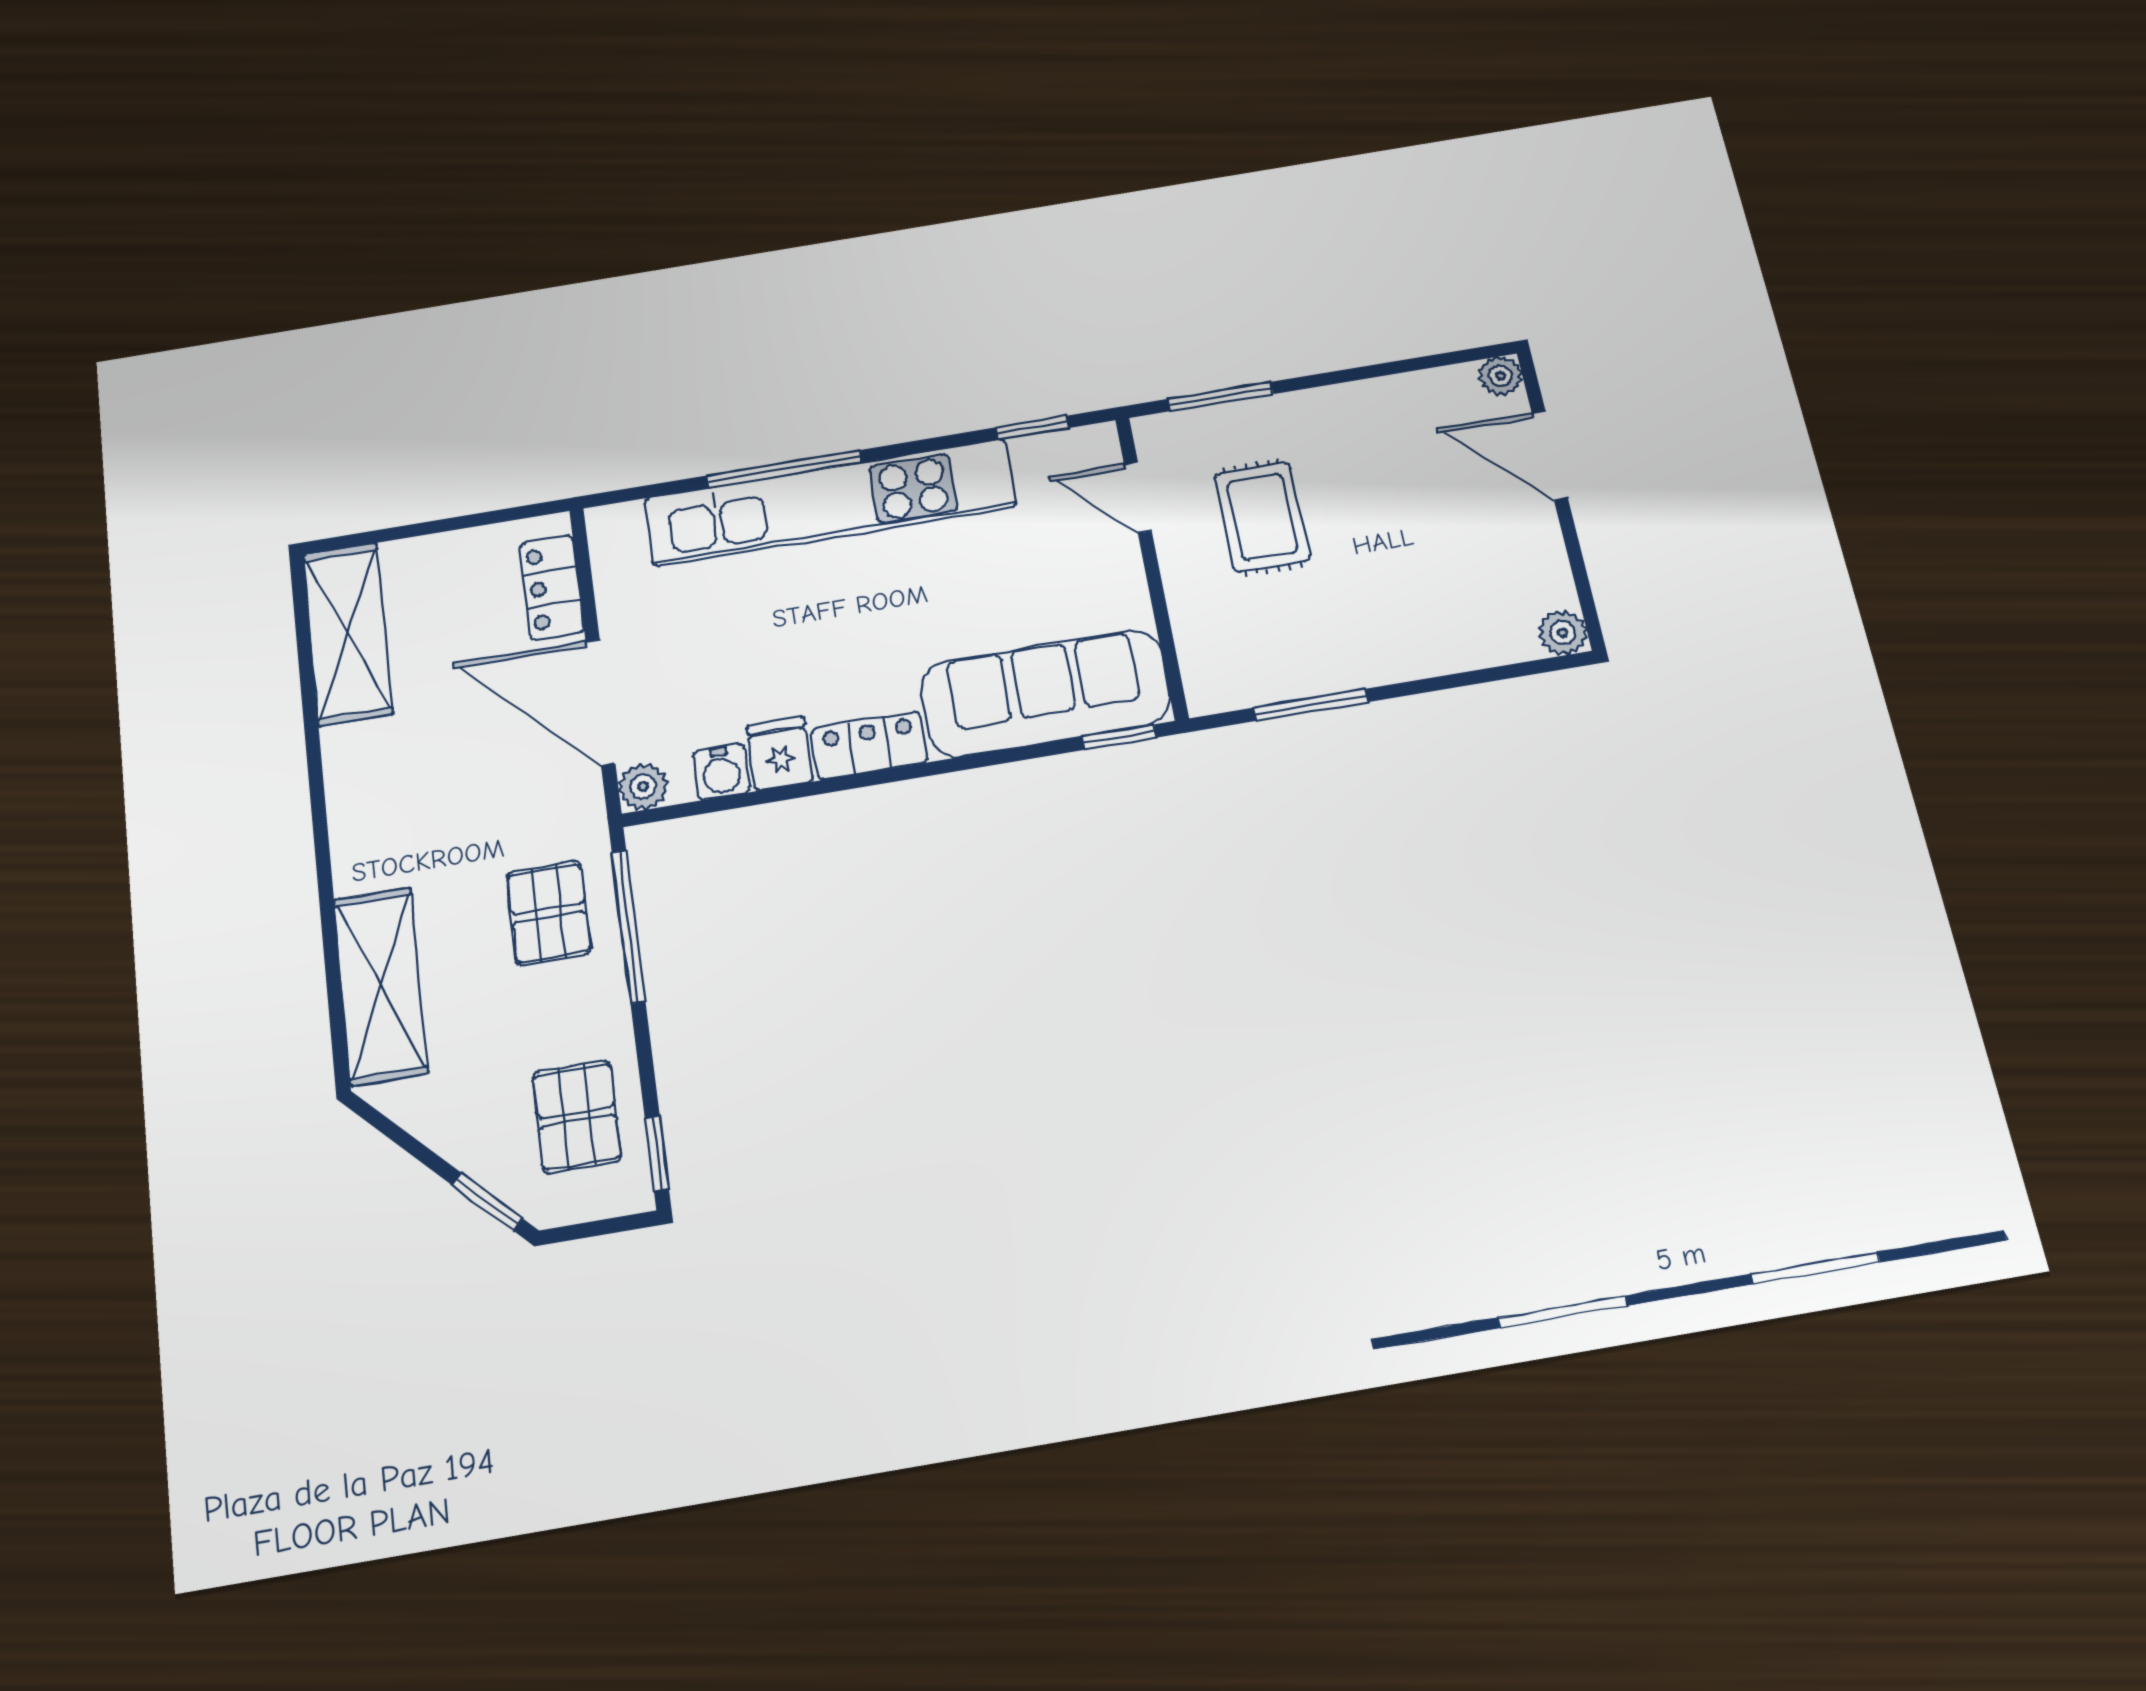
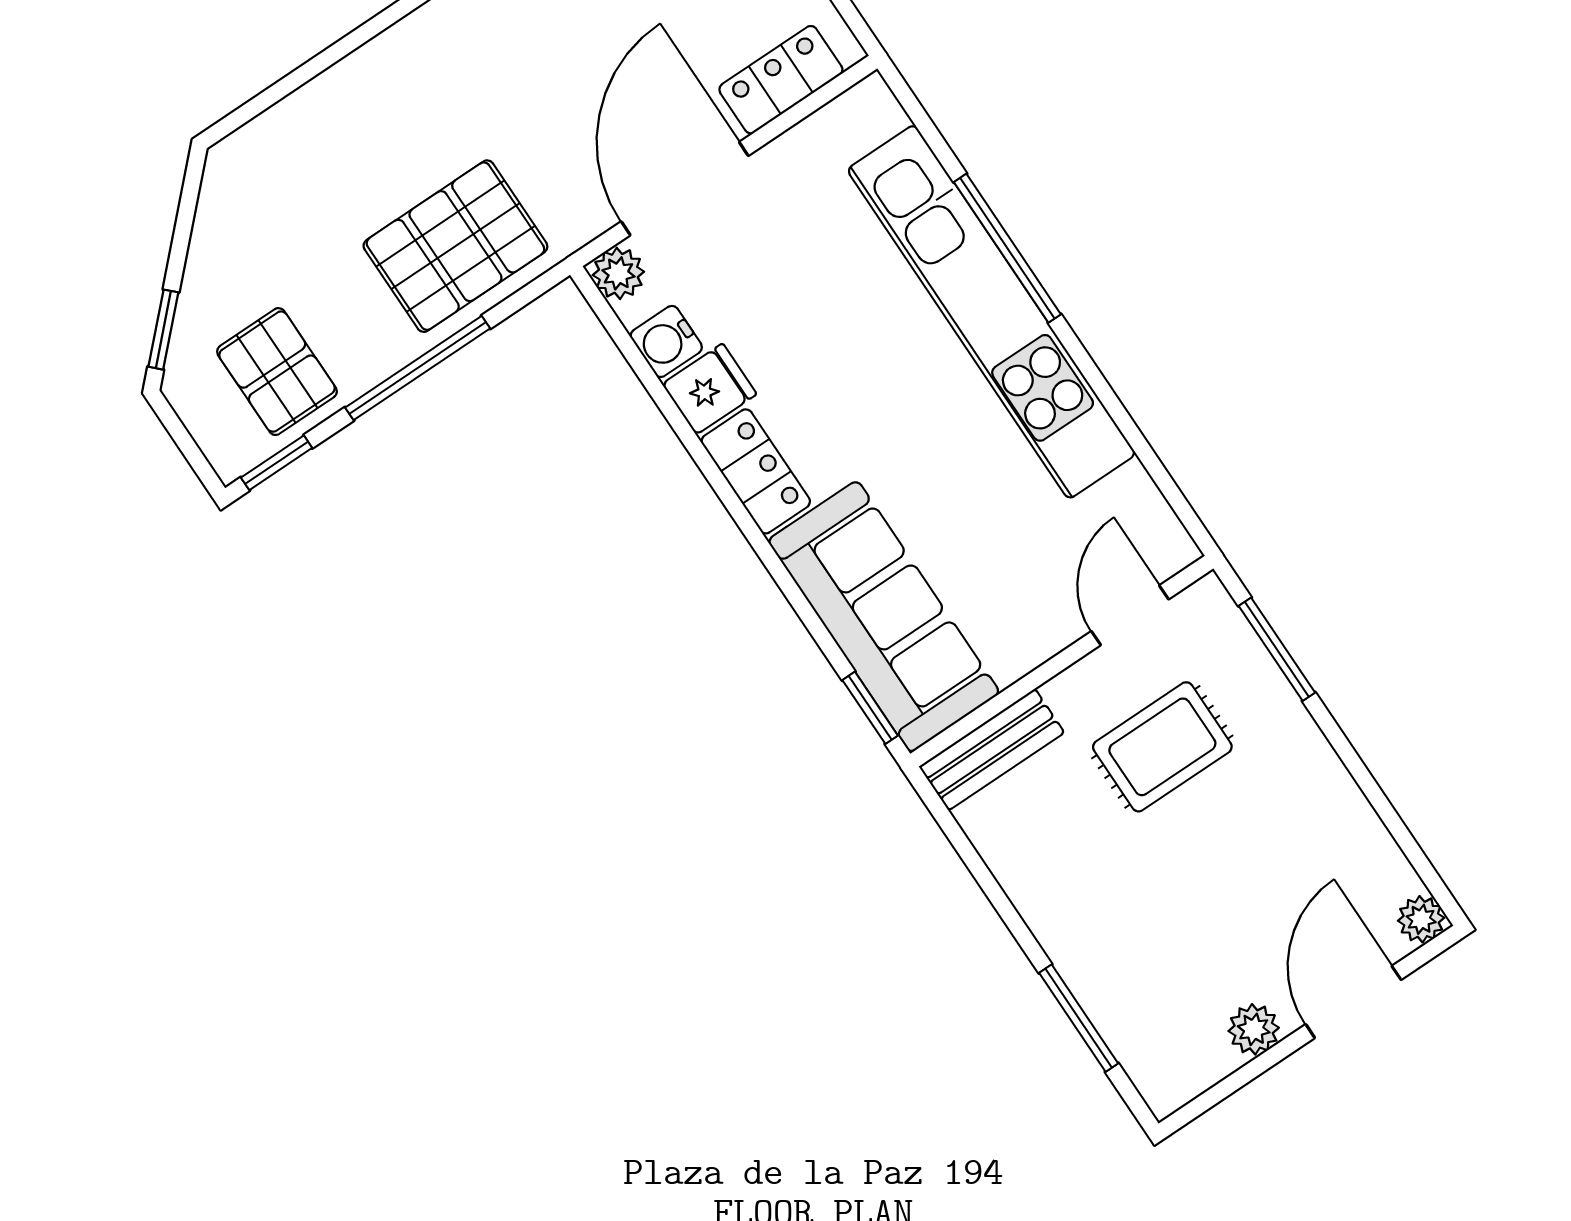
window: (1032, 428) -> (1160, 476), removed
plant: (1563, 633) -> (1254, 1029), moved
bench: (1202, 653) -> (992, 750), added
window: (1311, 705) -> (1079, 1018), moved
pallet: (549, 913) -> (455, 246), width x1.50, depth x1.42
window: (628, 926) -> (418, 368), moved
shelving: (381, 986) -> (316, 123), removed
pallet: (577, 1117) -> (277, 372), turned 90

